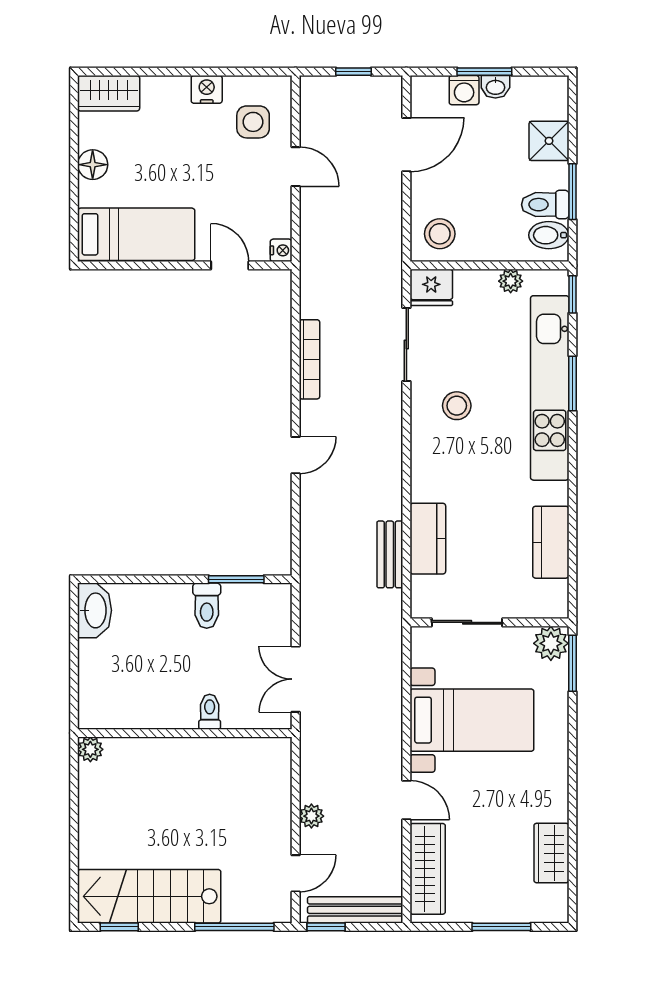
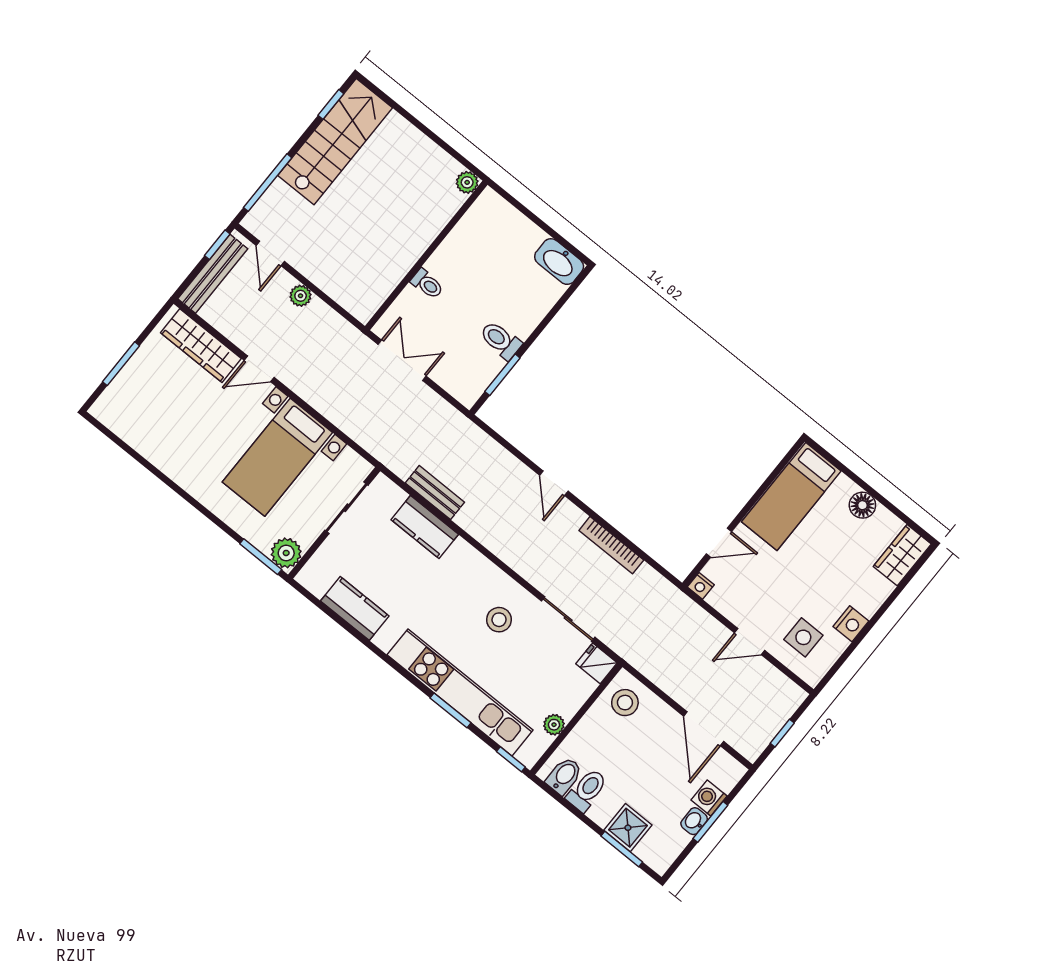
window: (572, 192) -> (622, 849), moved
fridge: (431, 287) -> (596, 663), width x0.72
wardrobe: (551, 853) -> (144, 438), removed

